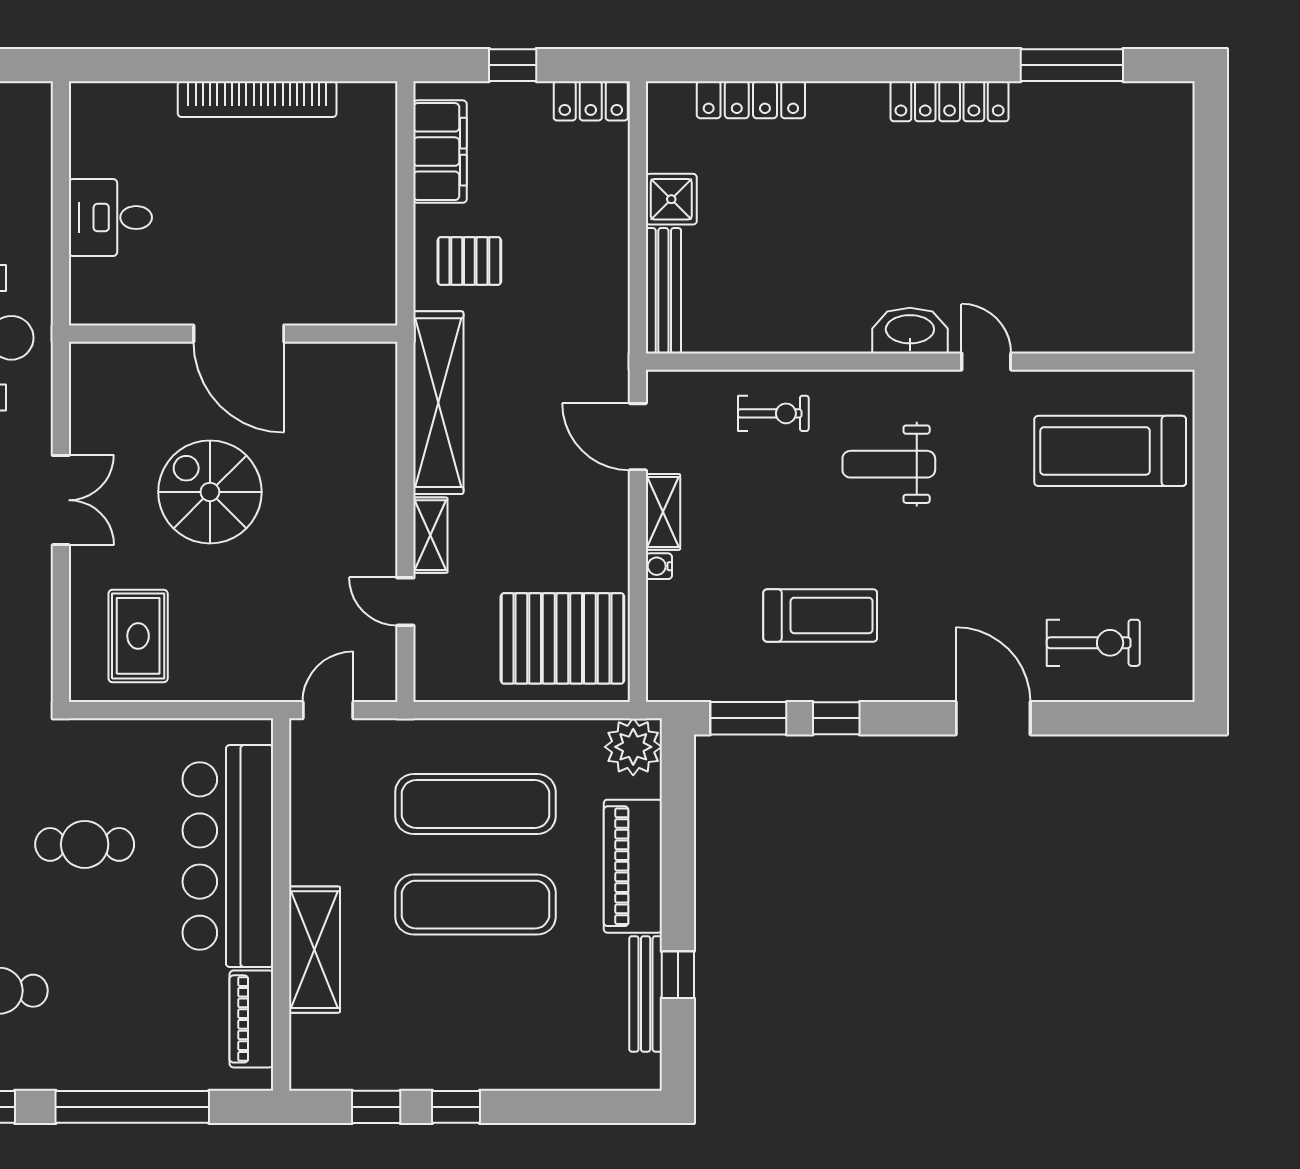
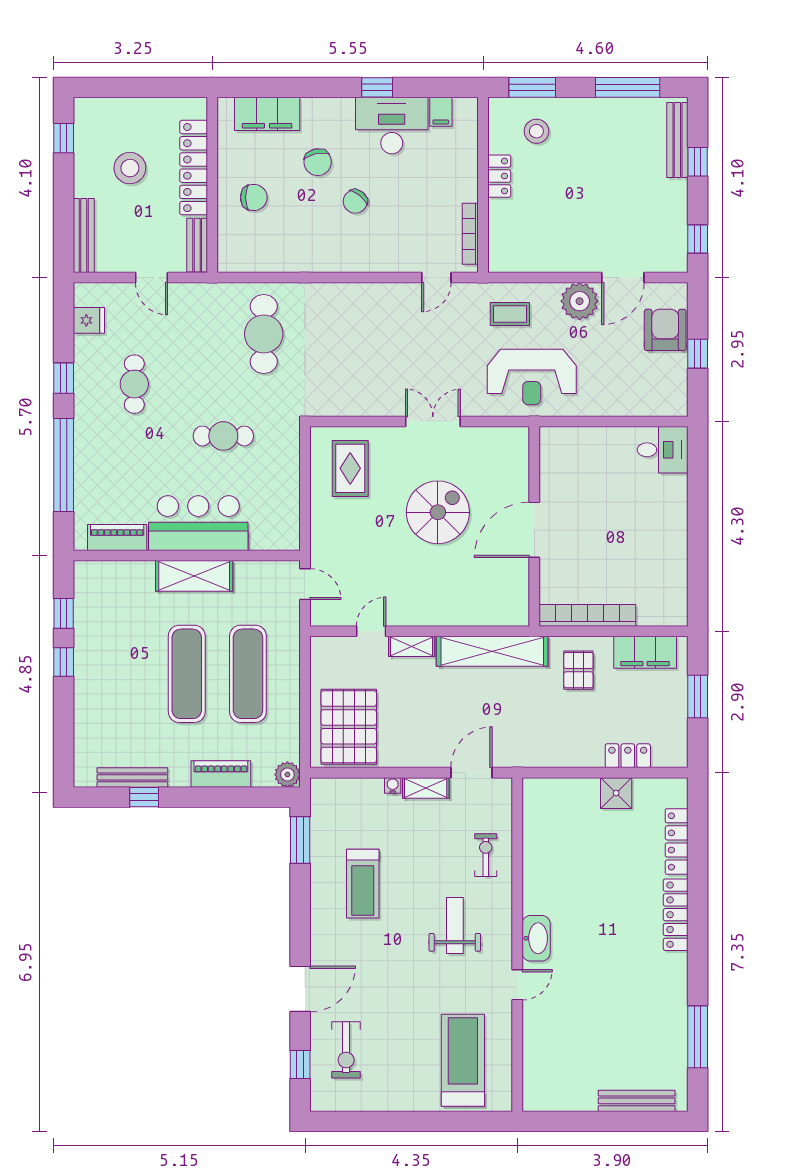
window: (513, 65) -> (698, 697), width x1.50
bookcase: (257, 99) -> (587, 615), moved, turned 90
locker: (591, 101) -> (628, 756), moved, turned 90
locker: (950, 101) -> (676, 915), moved
desk: (110, 218) -> (663, 450), moved, turned 90
bench: (663, 291) -> (637, 1101), moved
exercise bike: (773, 413) -> (486, 855), turned 180
double door: (61, 500) -> (433, 421), swing flipped
rug: (138, 636) -> (350, 468), turned 90
window: (836, 718) -> (300, 1065), moved
plant: (633, 747) -> (287, 775), width x0.73, depth x0.73
cafe table: (85, 844) -> (223, 436), turned 90
bar counter: (228, 856) -> (198, 523), width x0.73
piano: (633, 866) -> (221, 774), width x0.73, depth x0.75
shelving: (314, 950) -> (194, 576), moved

